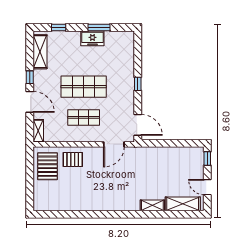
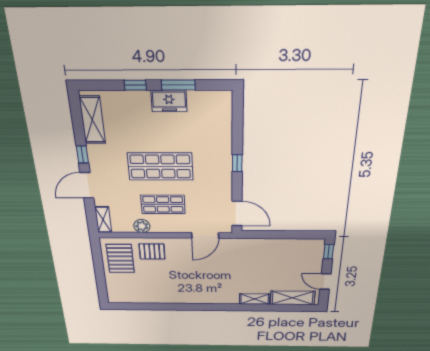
window: (59, 28) -> (135, 85), moved
door: (30, 102) -> (87, 185), swing flipped
plant: (67, 136) -> (142, 226), added

